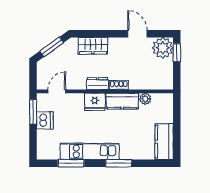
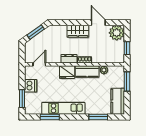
wardrobe: (93, 46) -> (78, 31), moved
window: (177, 53) -> (127, 48), moved
window: (33, 112) -> (22, 99), moved
window: (177, 115) -> (127, 82), added
window: (119, 163) -> (98, 117), moved

